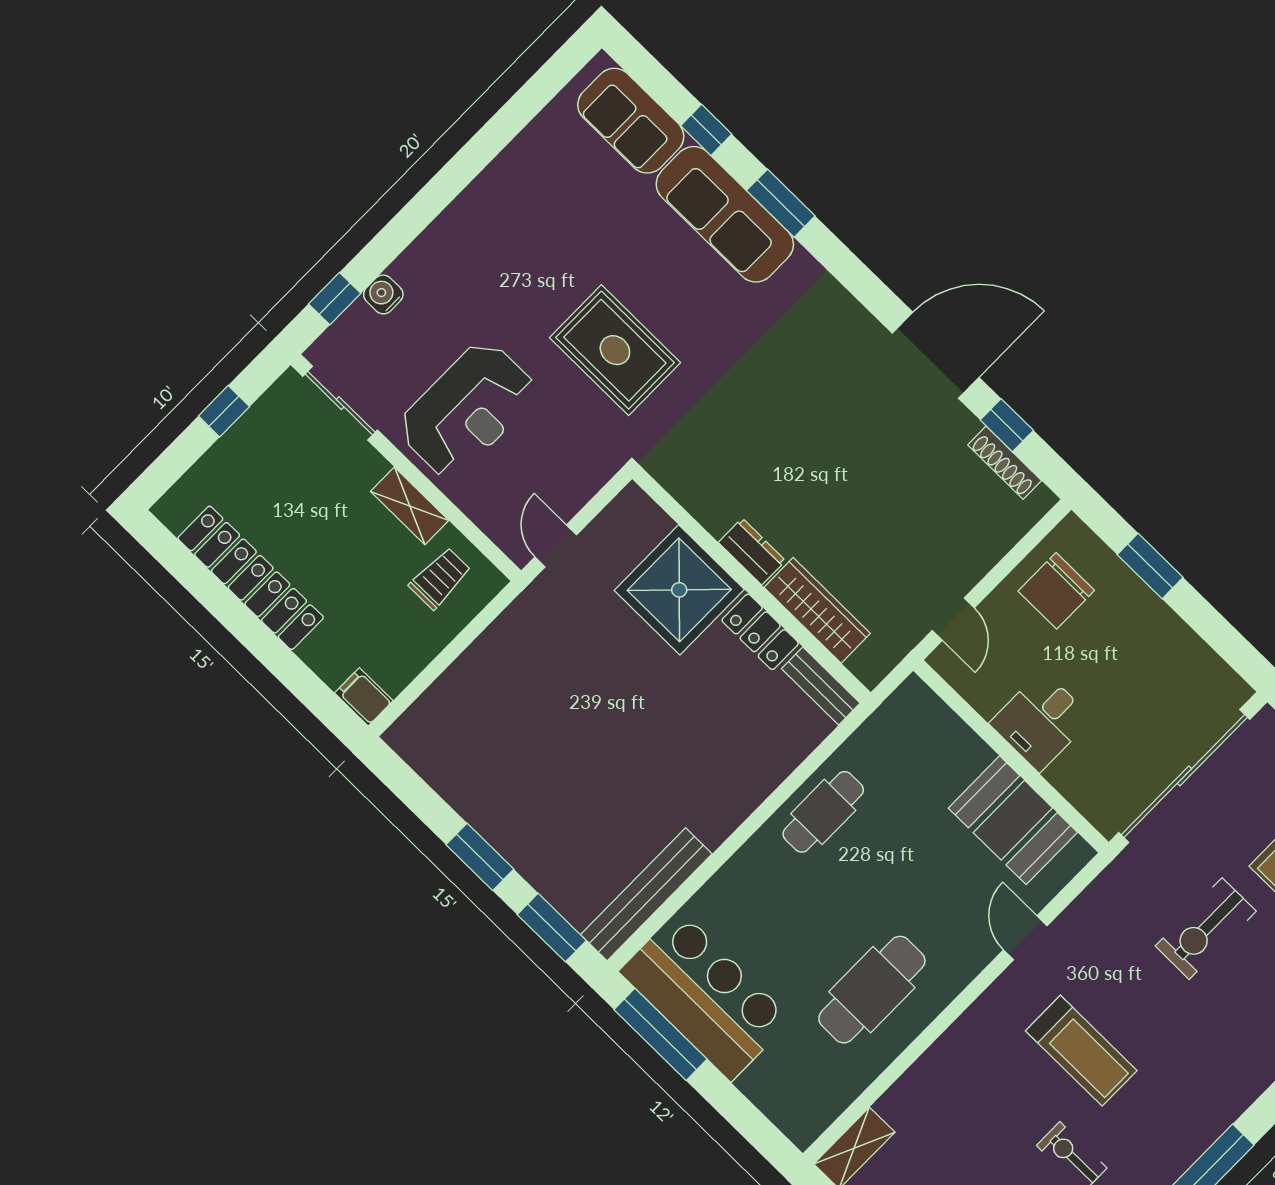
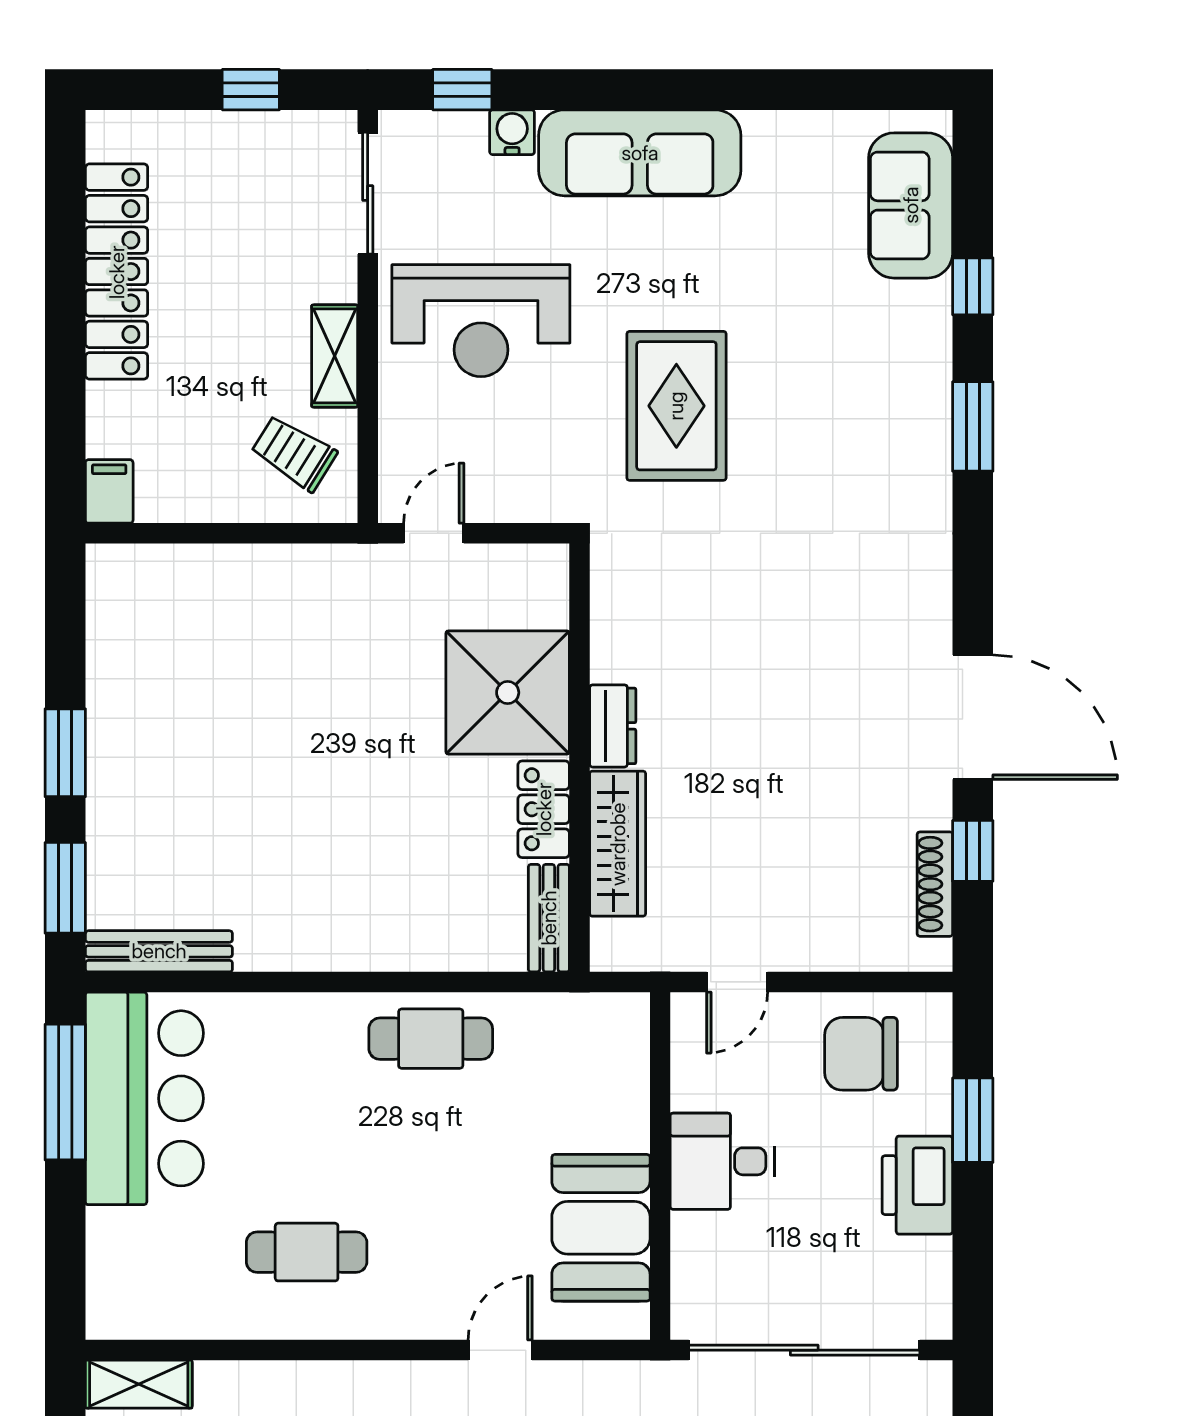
sofa: (725, 214) -> (640, 153), moved, turned -90
trolley: (440, 578) -> (294, 453), turned -148
printer: (1156, 629) -> (917, 1185), added
bench: (646, 894) -> (159, 951), width x0.73, depth x0.82
cafe table: (872, 990) -> (307, 1252), width x0.73, depth x0.74

